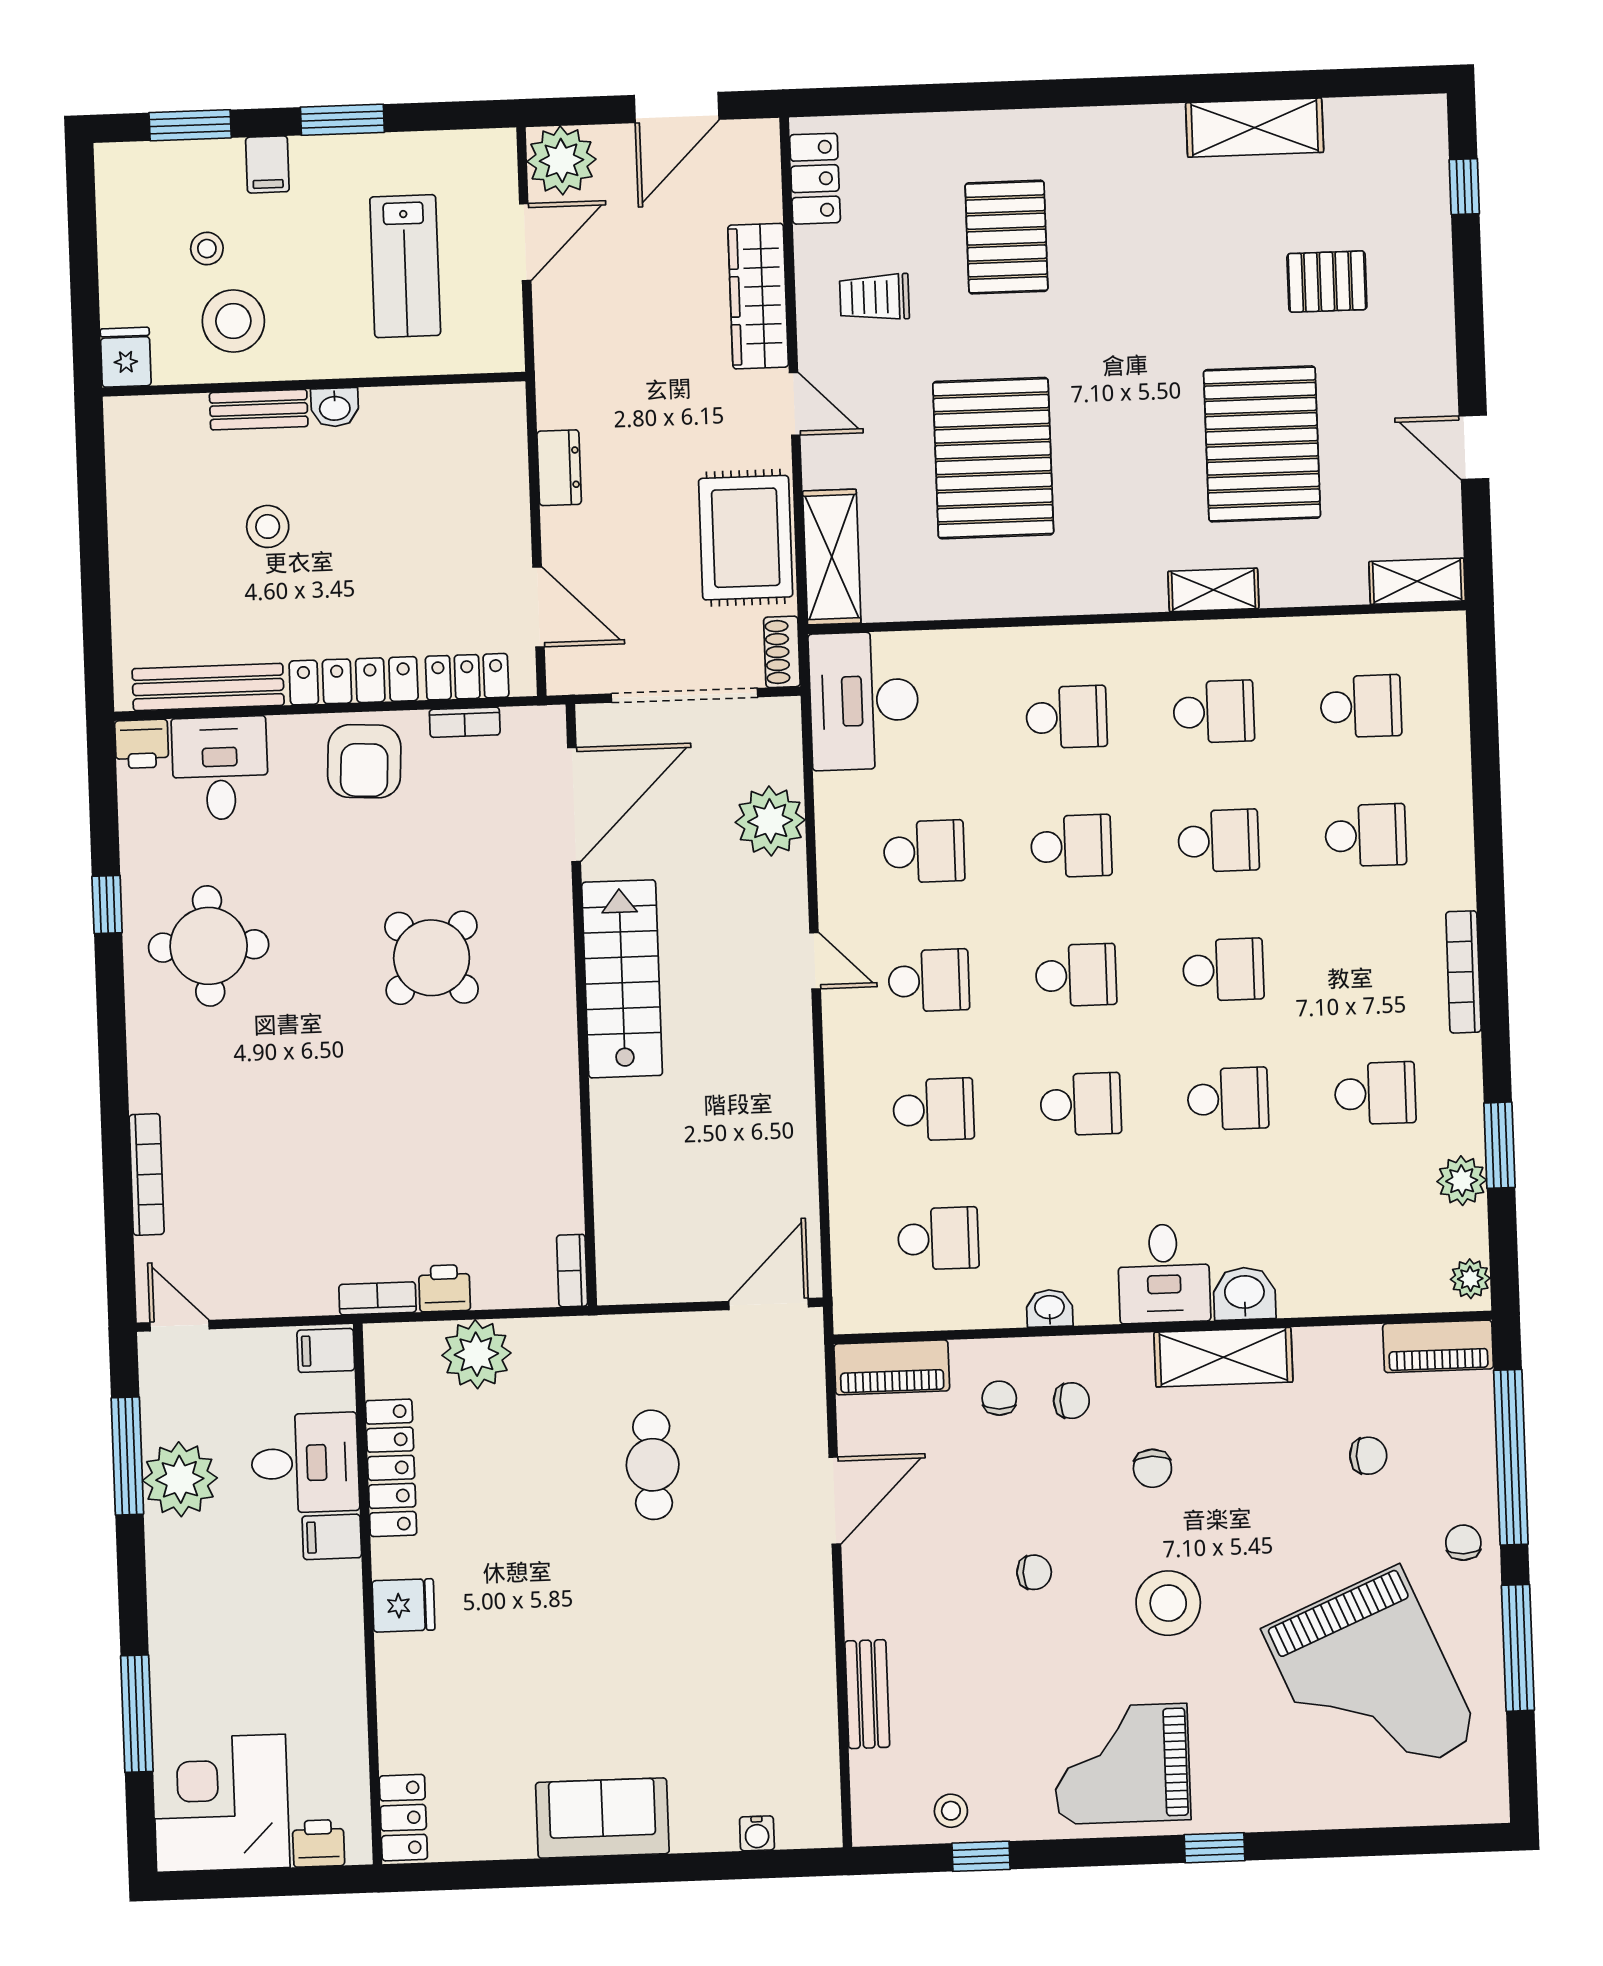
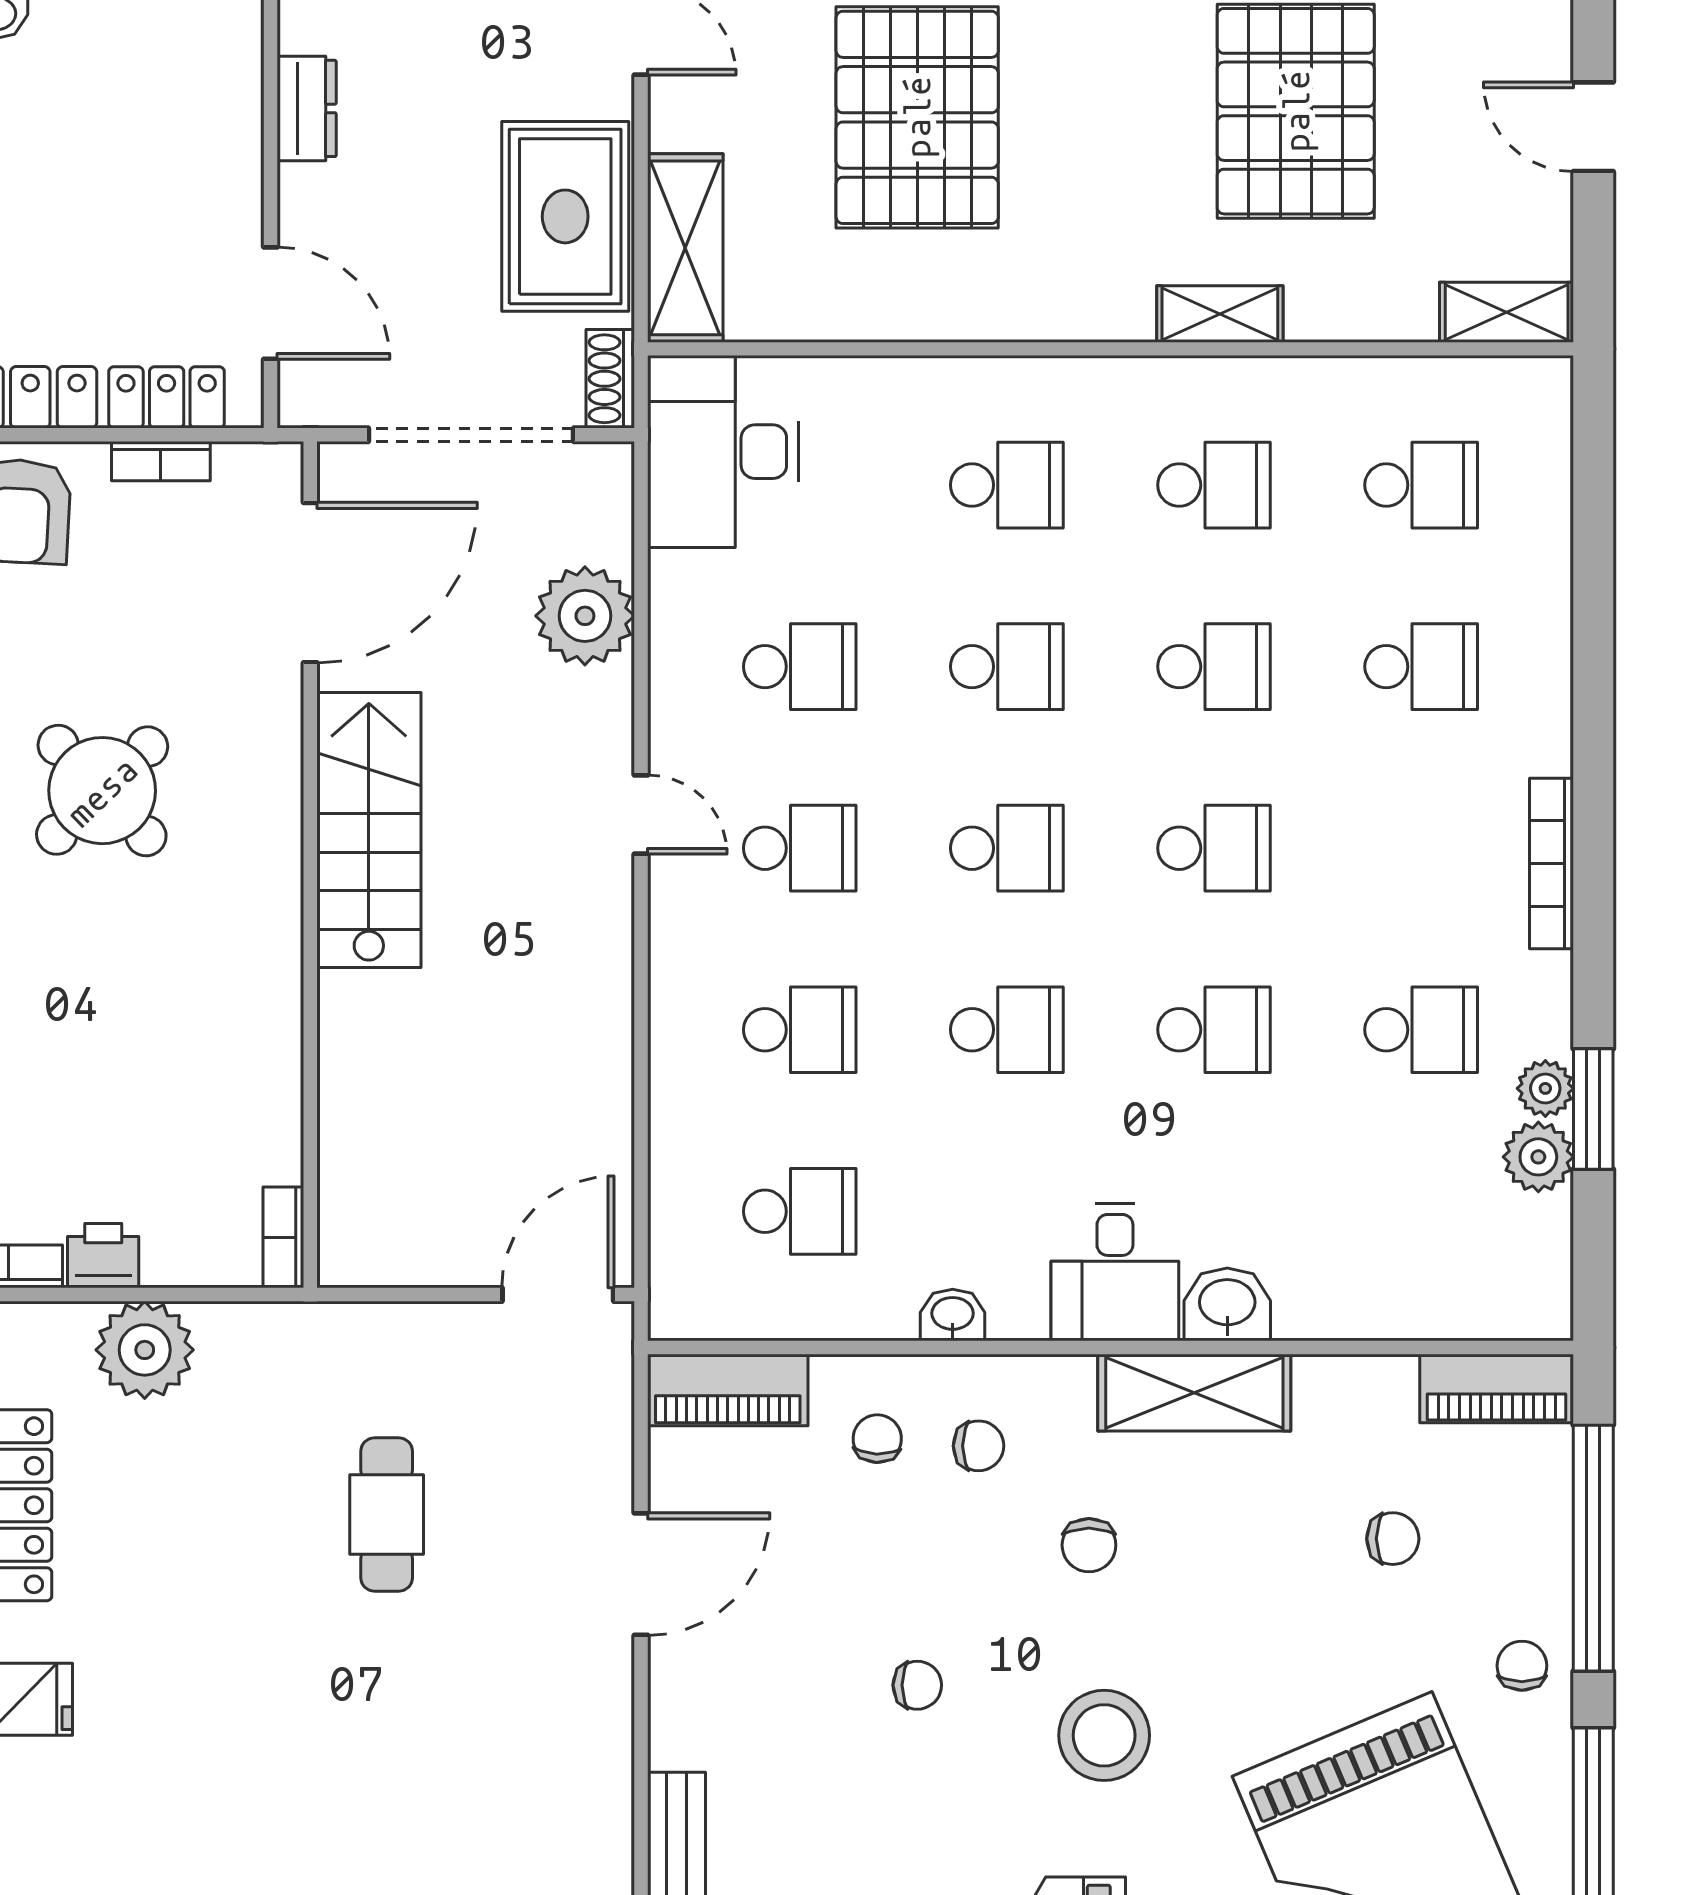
plant: (1470, 1279) -> (1545, 1088), moved

